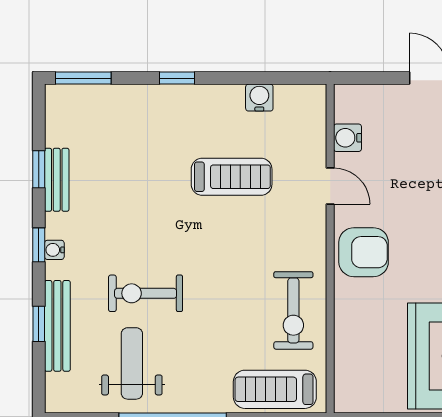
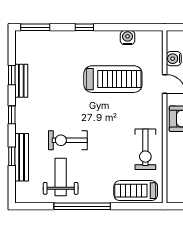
treadmill: (232, 177) -> (113, 79), width x1.37, depth x1.38
water cooler: (54, 250) -> (20, 117), removed

